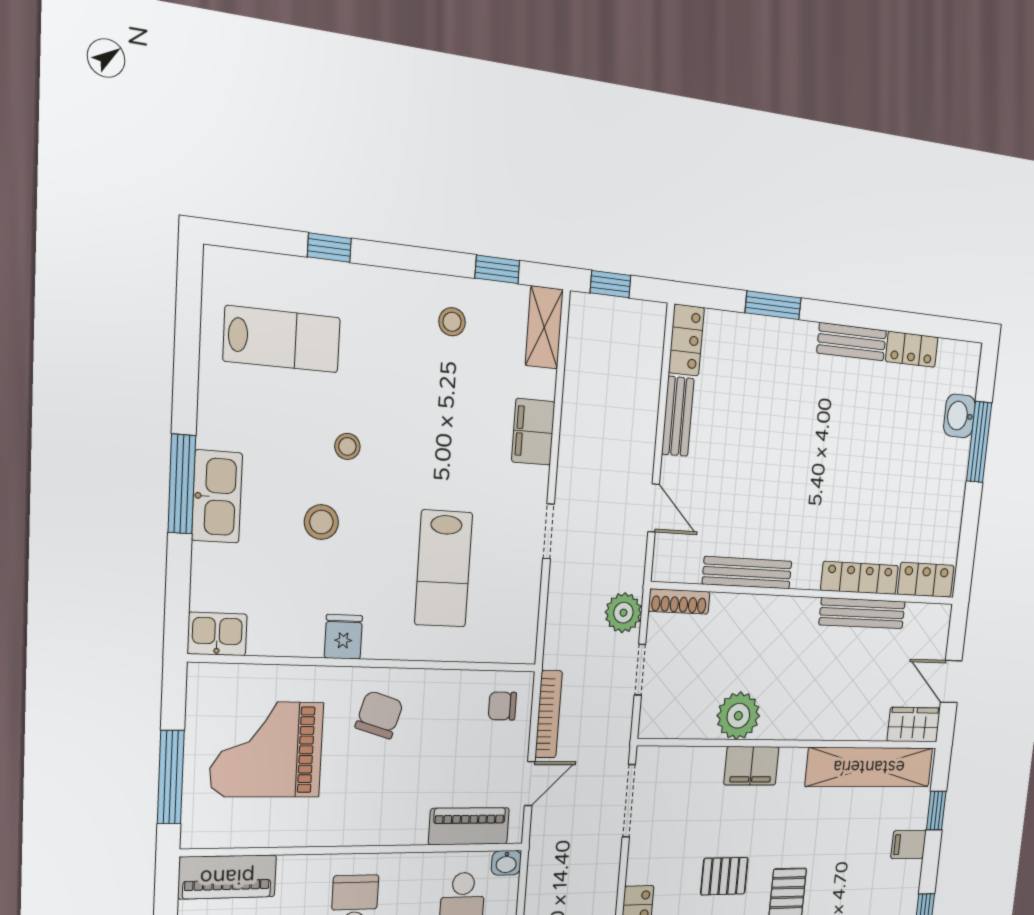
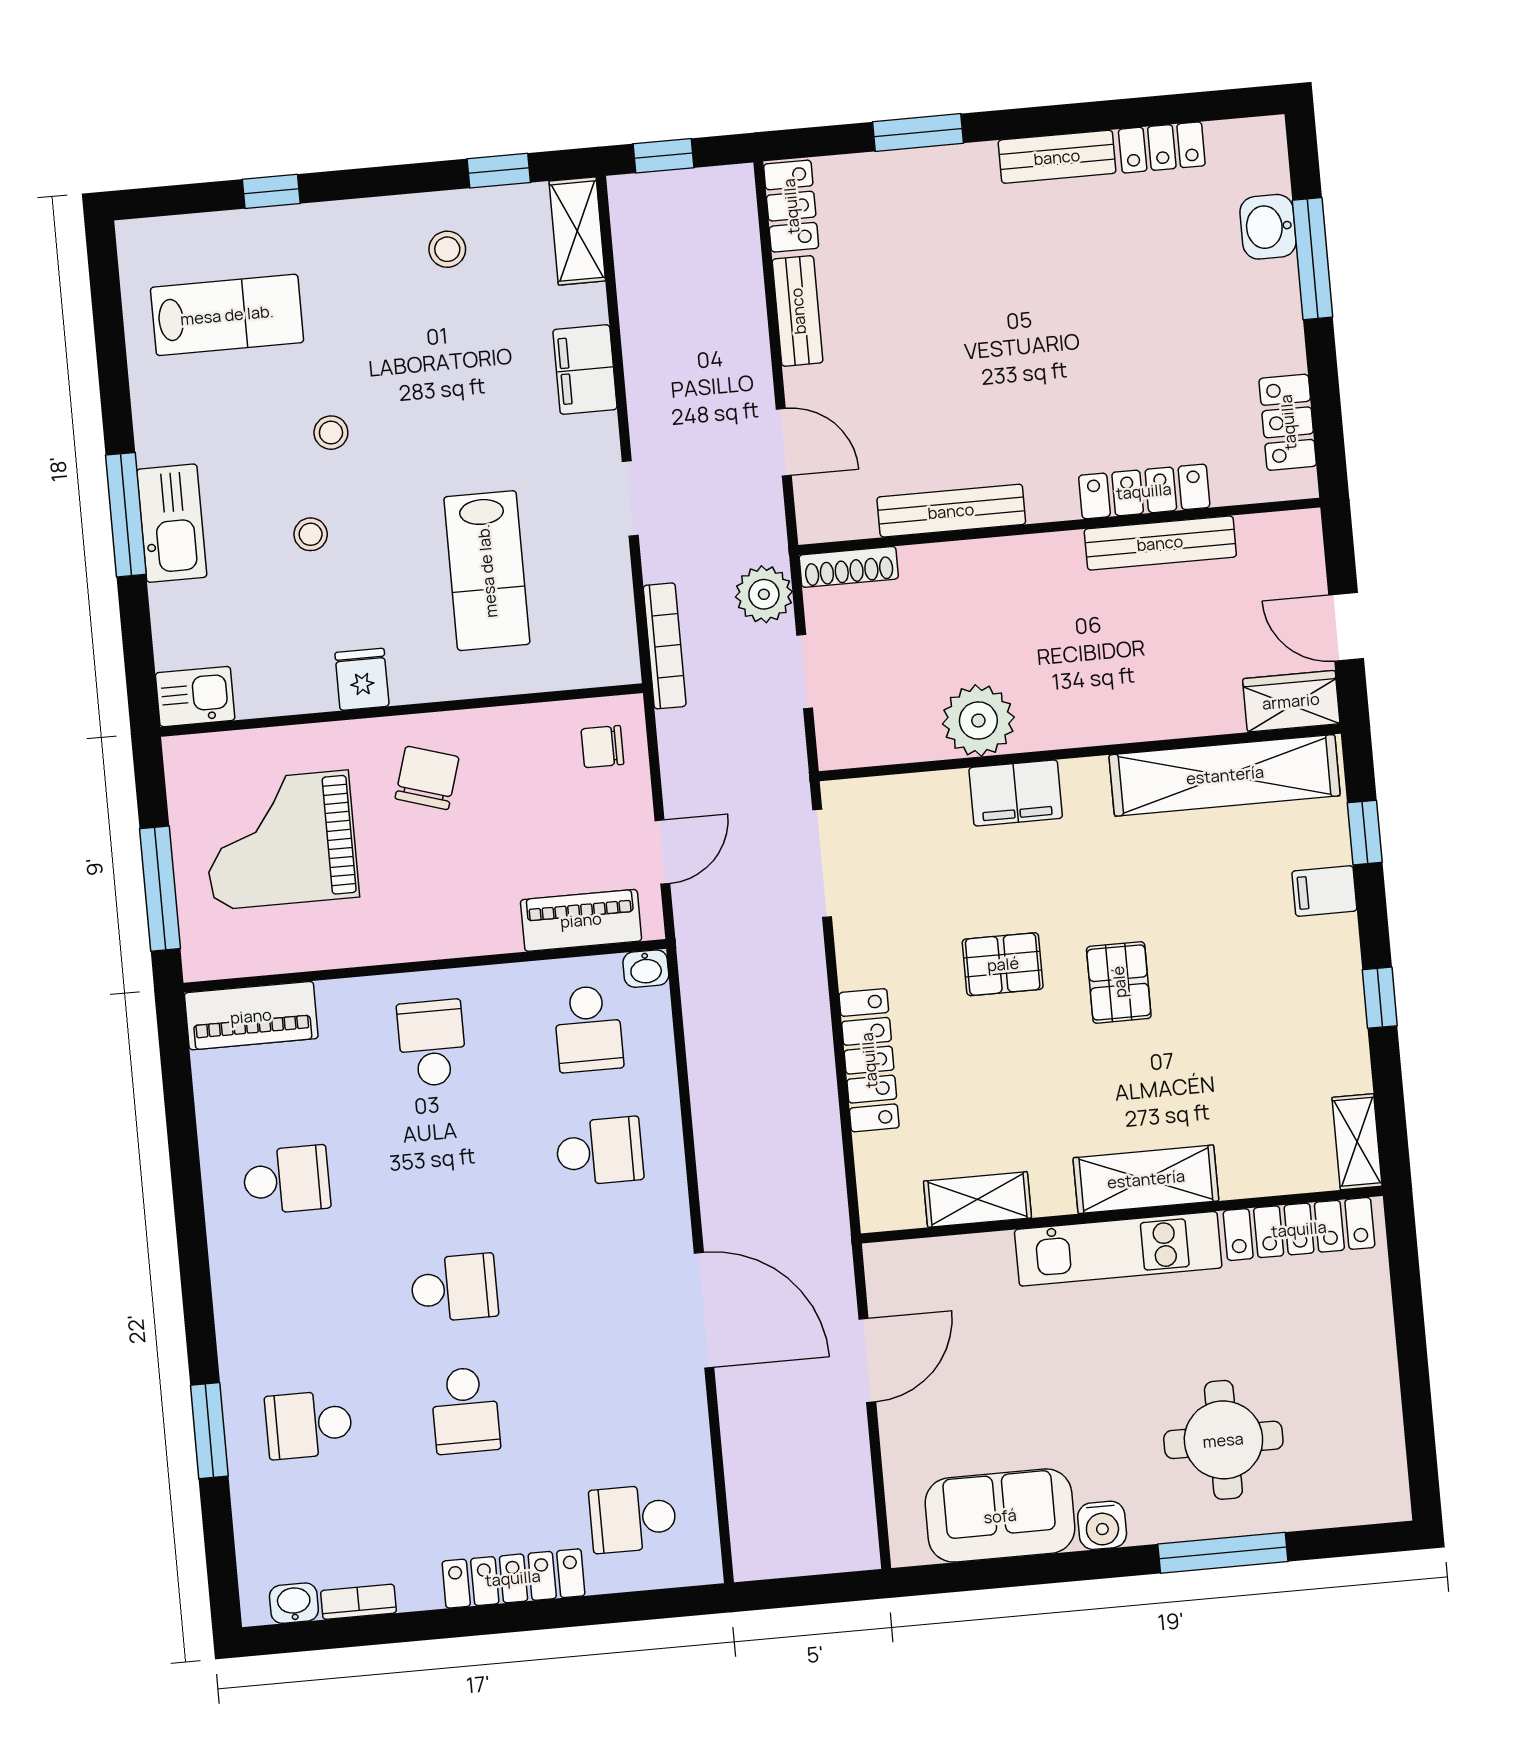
stool: (321, 522) -> (311, 534), width x0.73, depth x0.73
locker: (926, 580) -> (1288, 422), moved, turned -90
bookcase: (549, 714) -> (665, 646), moved

